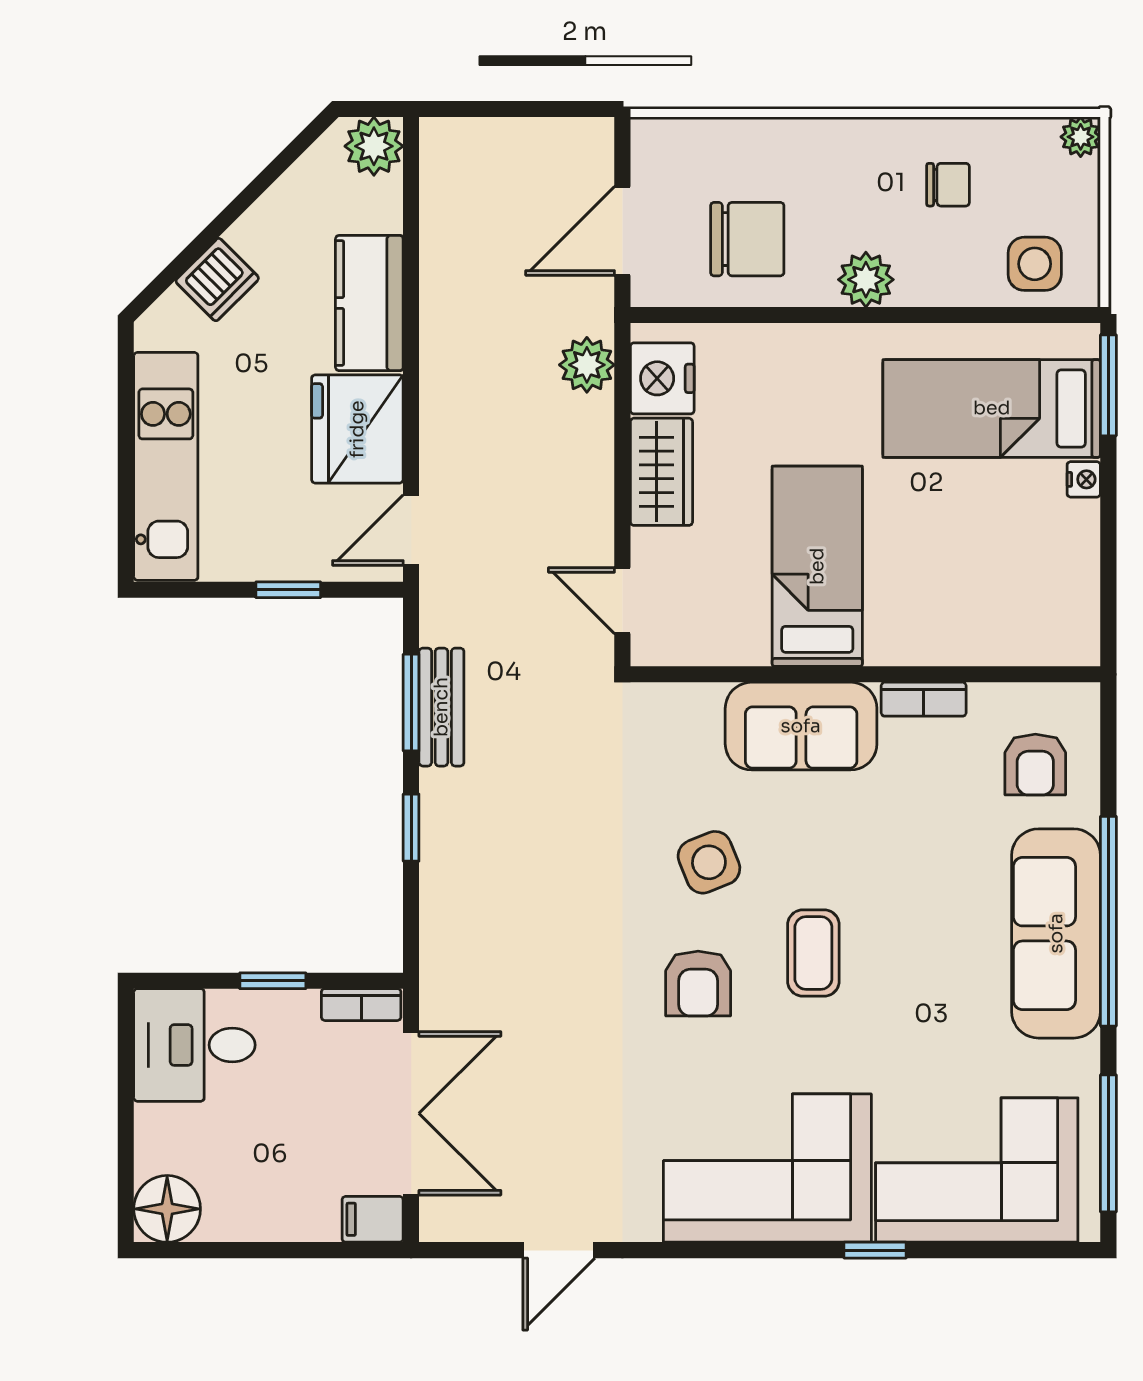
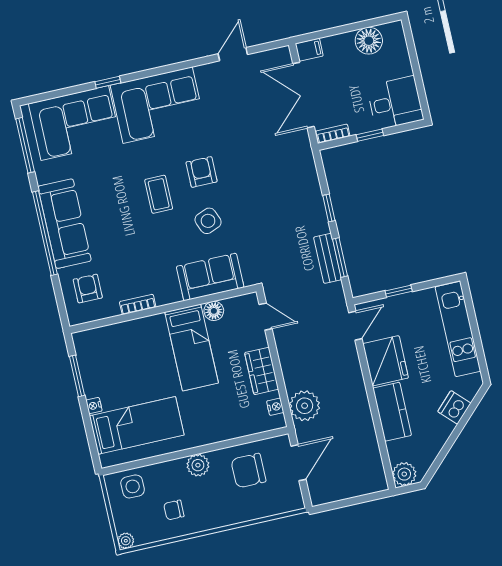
plant: (587, 365) -> (305, 406), width x1.36, depth x1.36
nightstand: (662, 378) -> (275, 407), width x0.53, depth x0.56
window: (1108, 385) -> (77, 376), moved
floor lamp: (744, 642) -> (214, 311), added
sofa: (801, 726) -> (210, 277), moved
floor lamp: (167, 1209) -> (369, 41), moved

